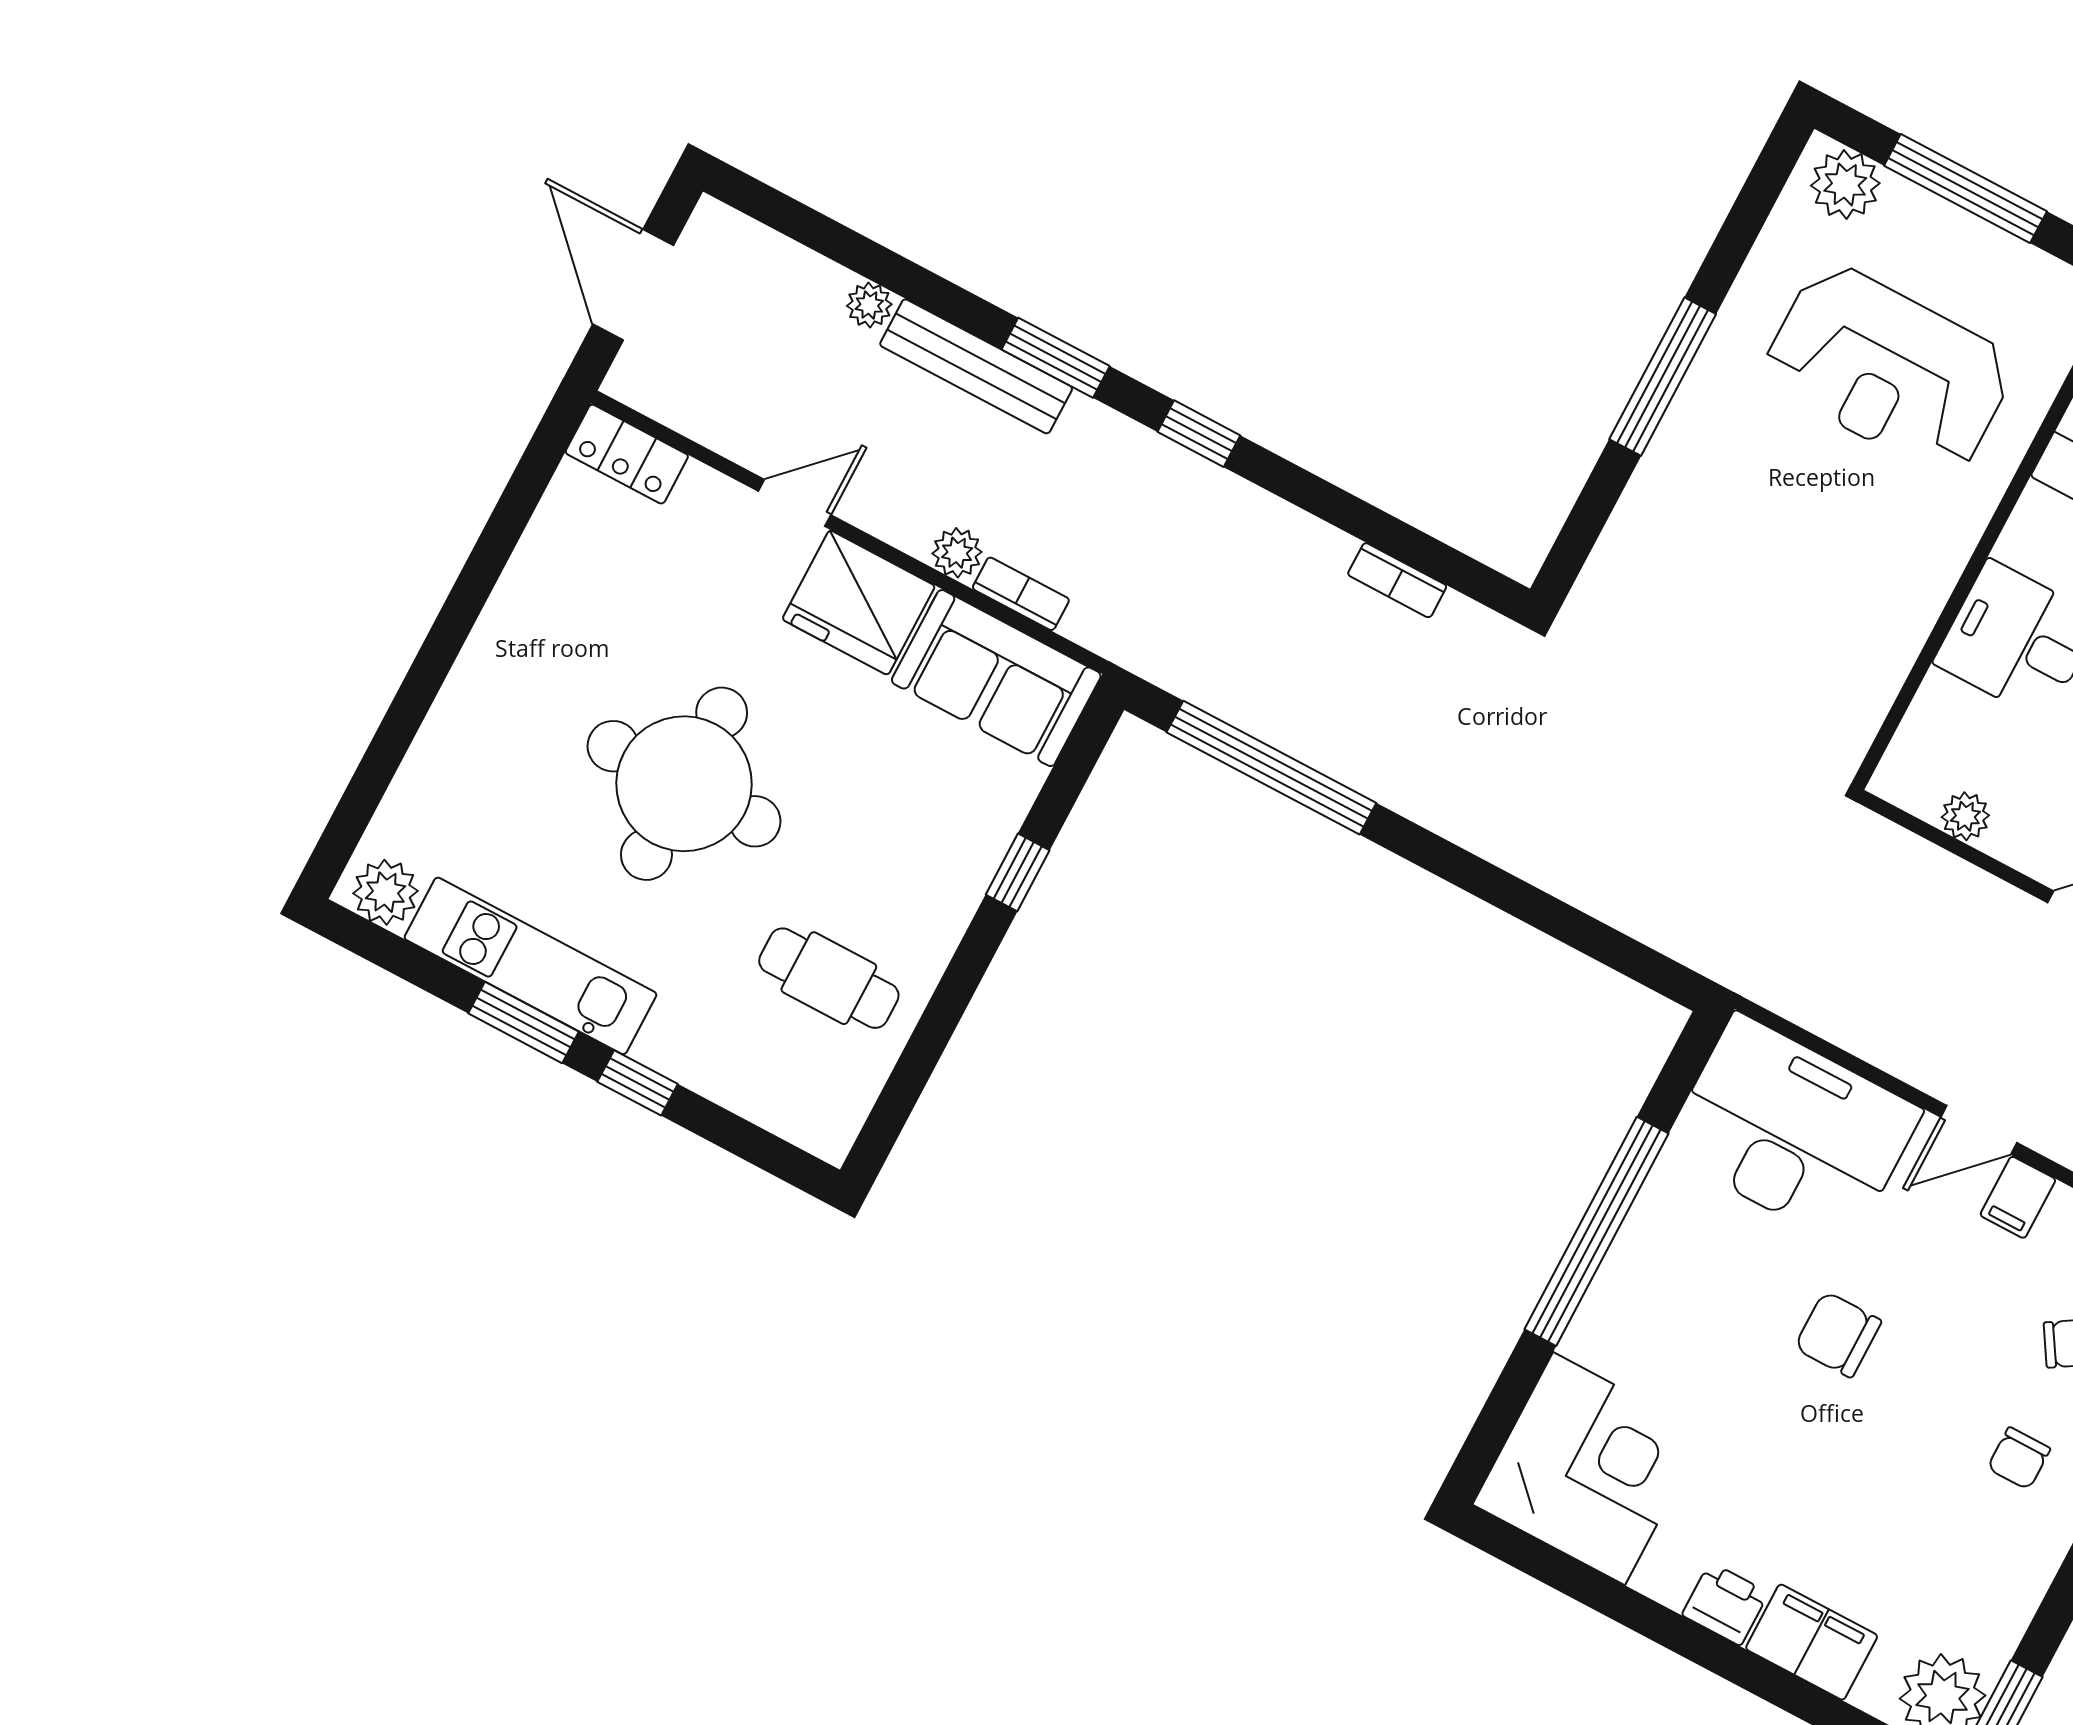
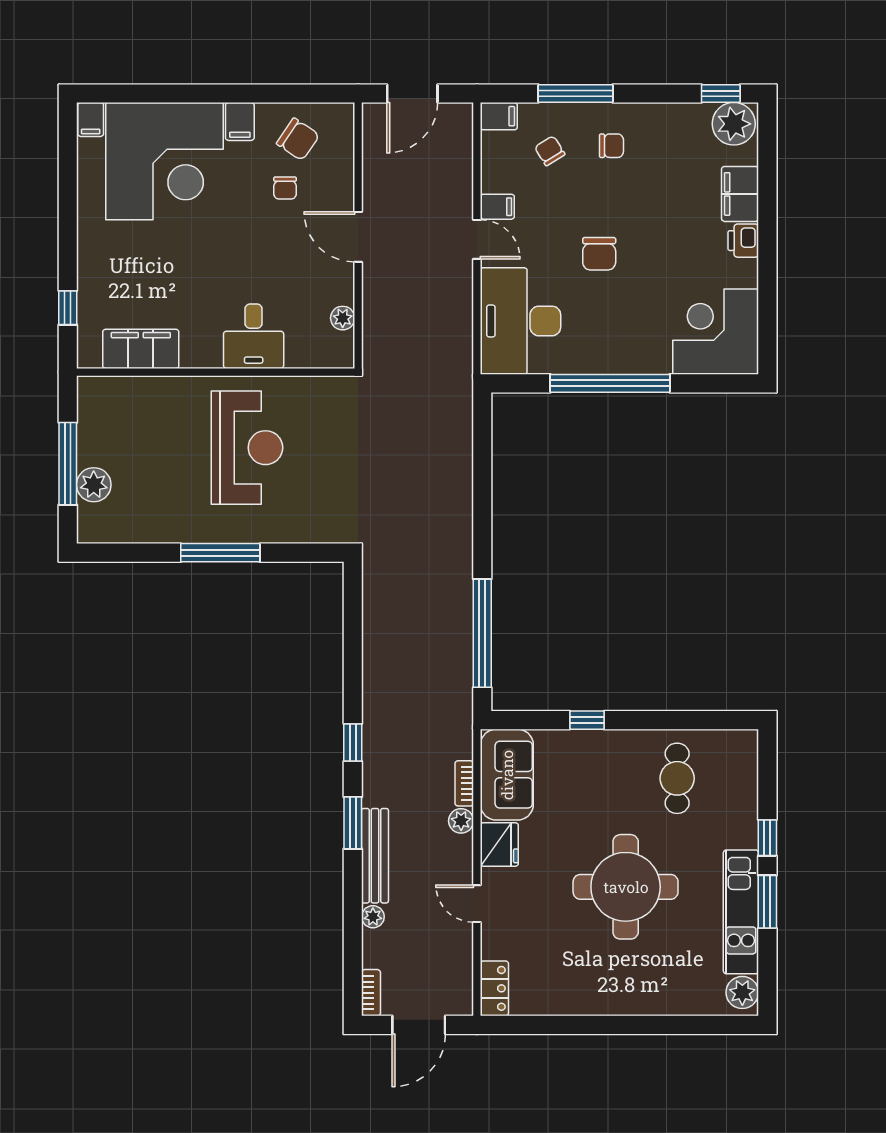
plant: (1845, 184) -> (94, 485), moved
reception desk: (1888, 369) -> (247, 448), moved
bookcase: (1397, 580) -> (371, 993), moved
fridge: (859, 603) -> (499, 844), width x0.73, depth x0.75

